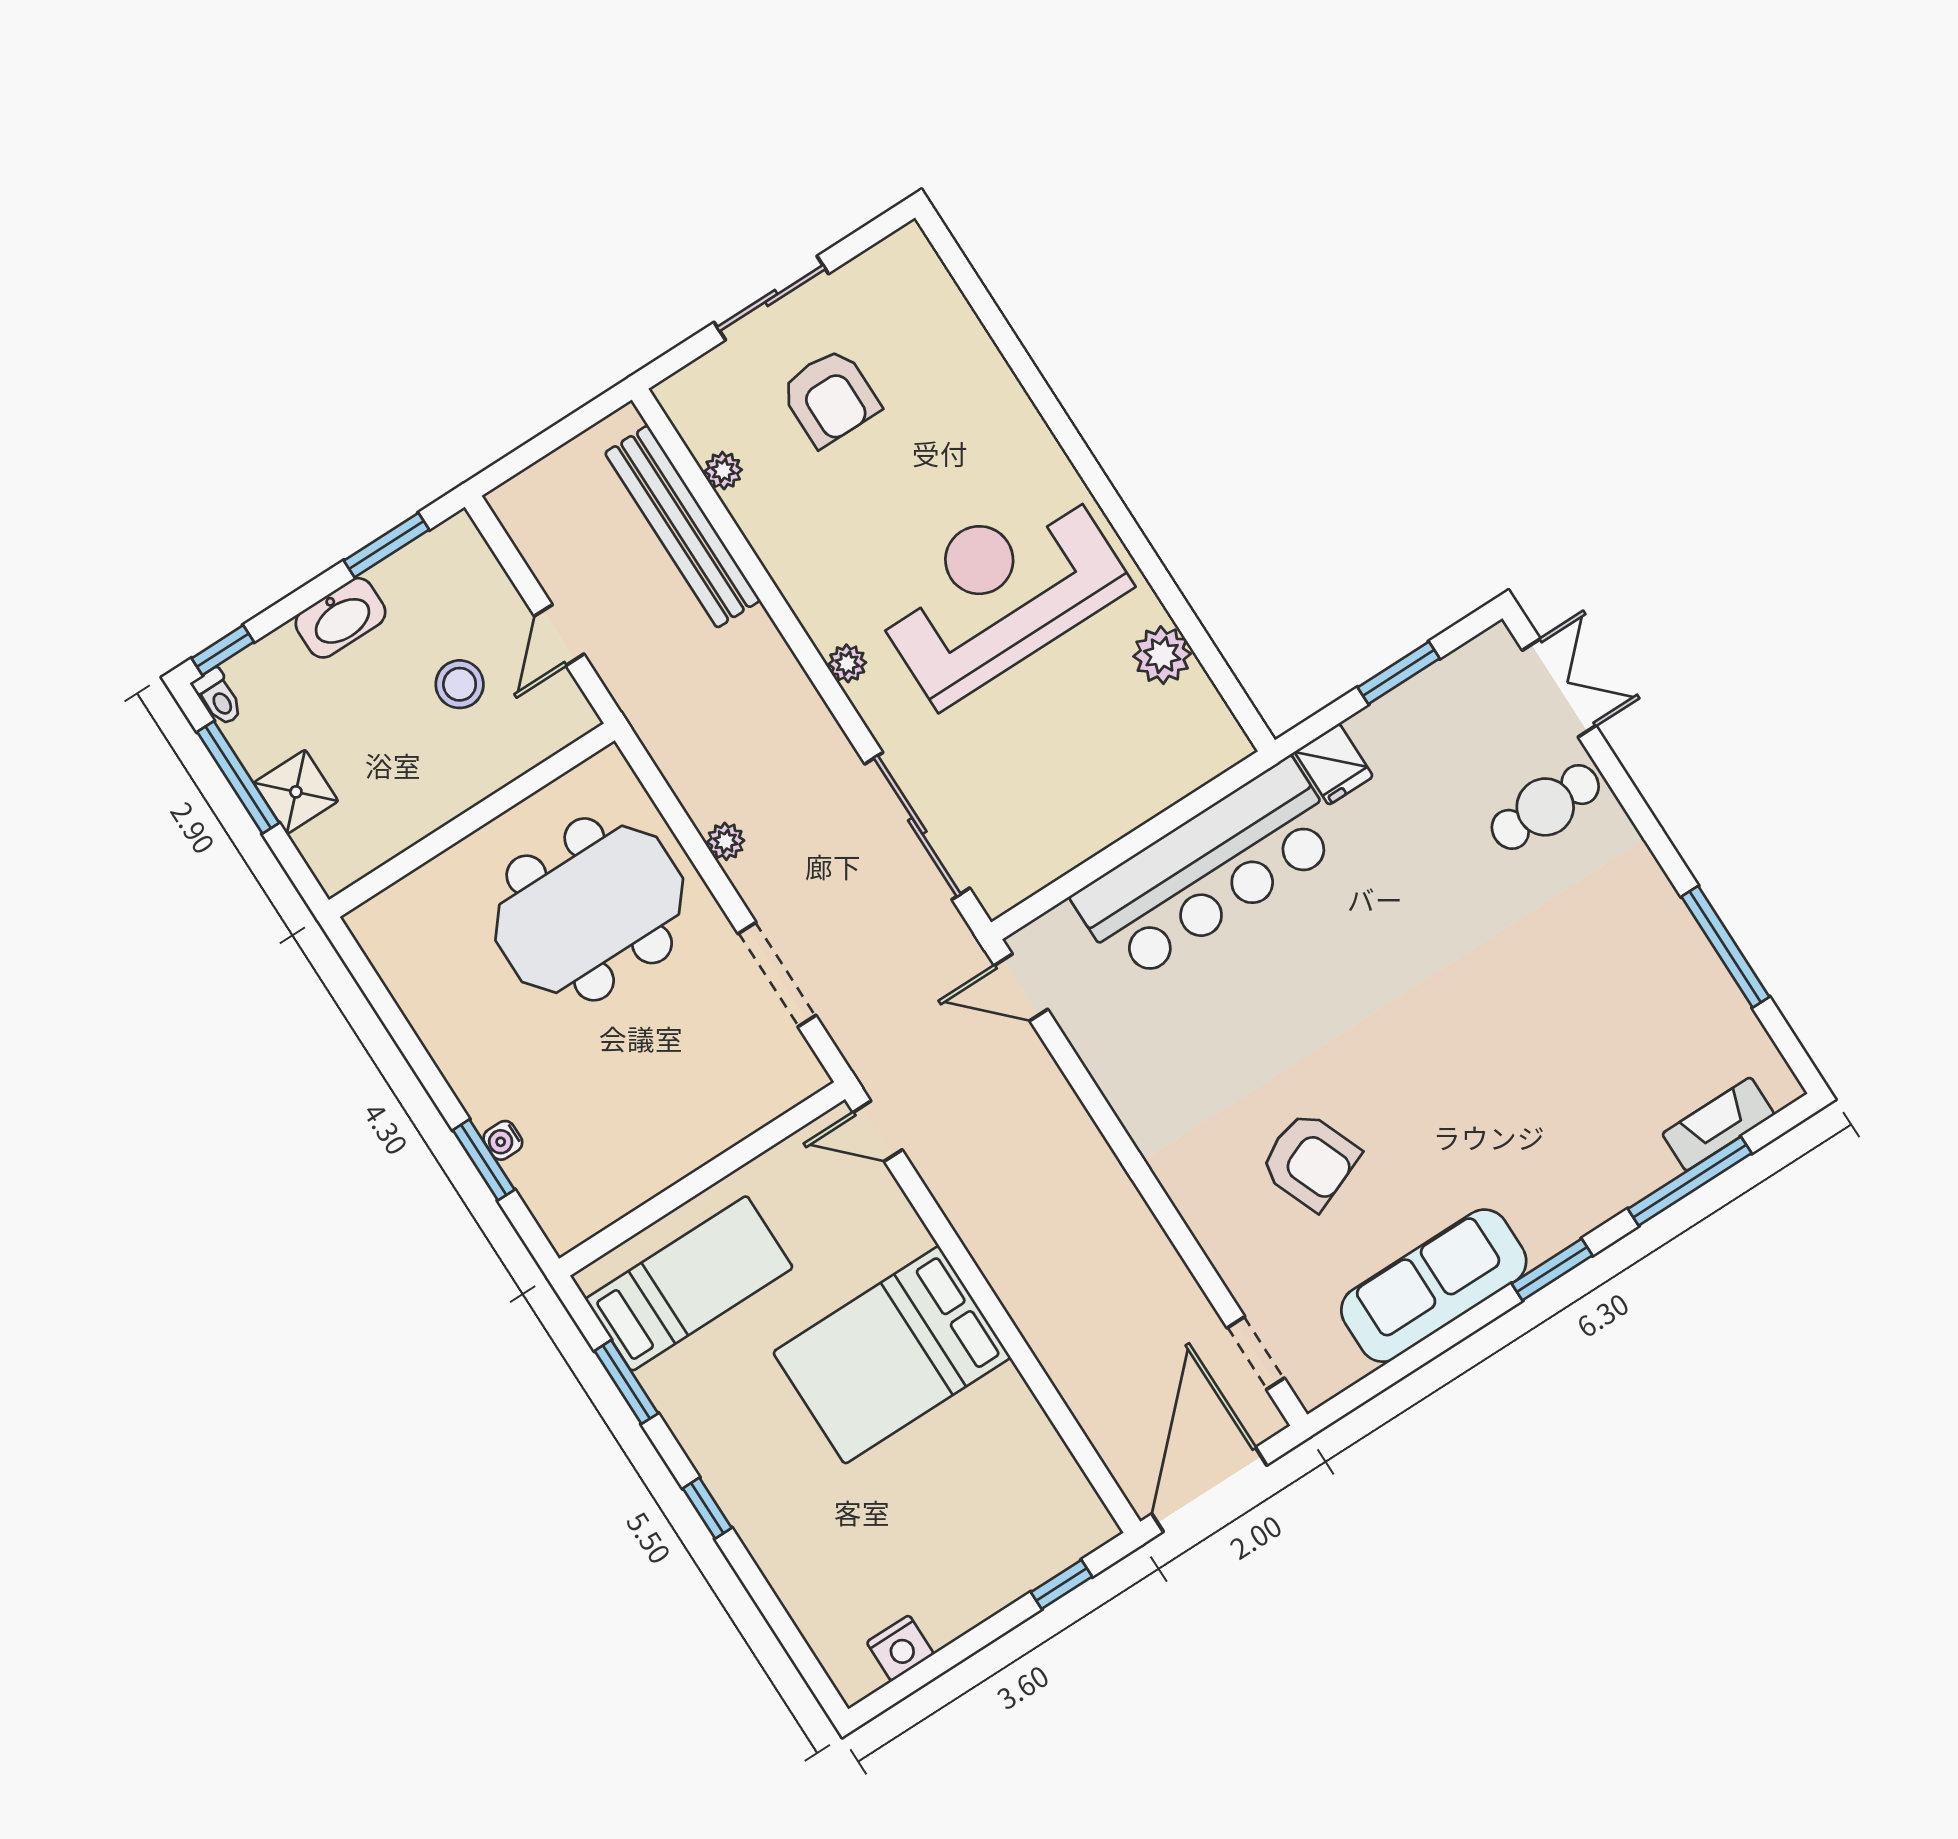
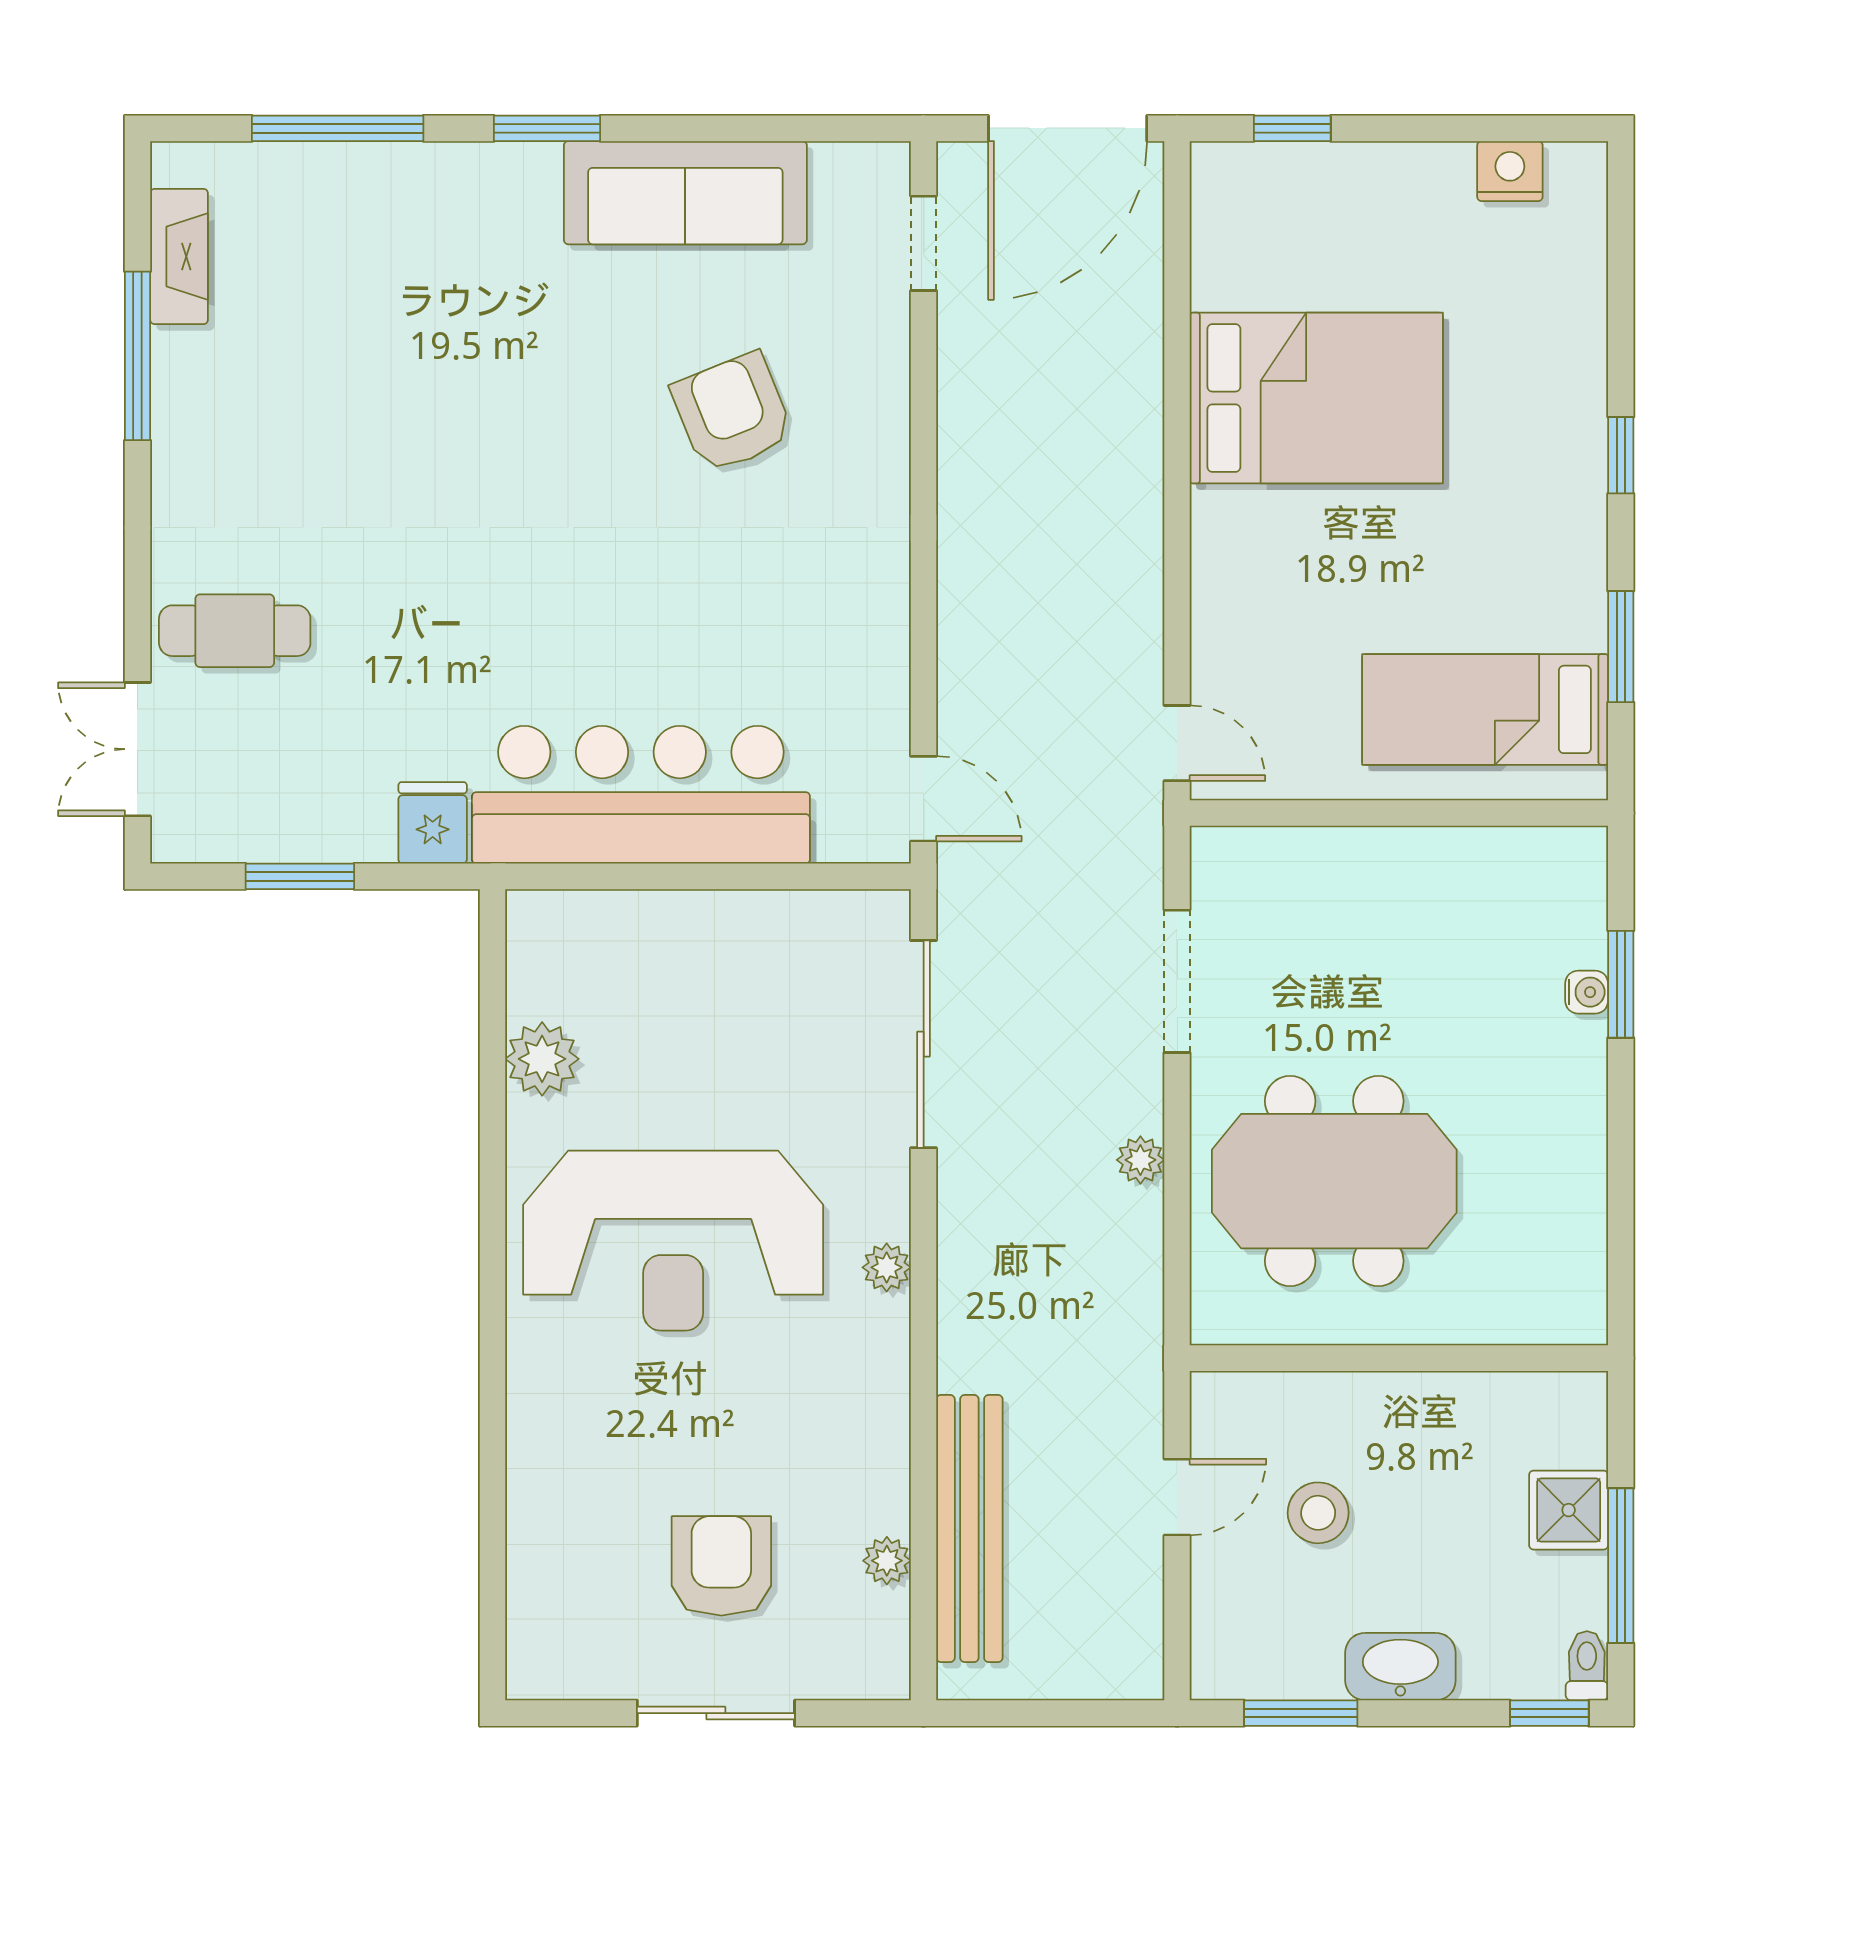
fireplace: (1718, 1124) -> (179, 257), moved, turned -90
bed: (892, 1355) -> (1316, 398), moved

